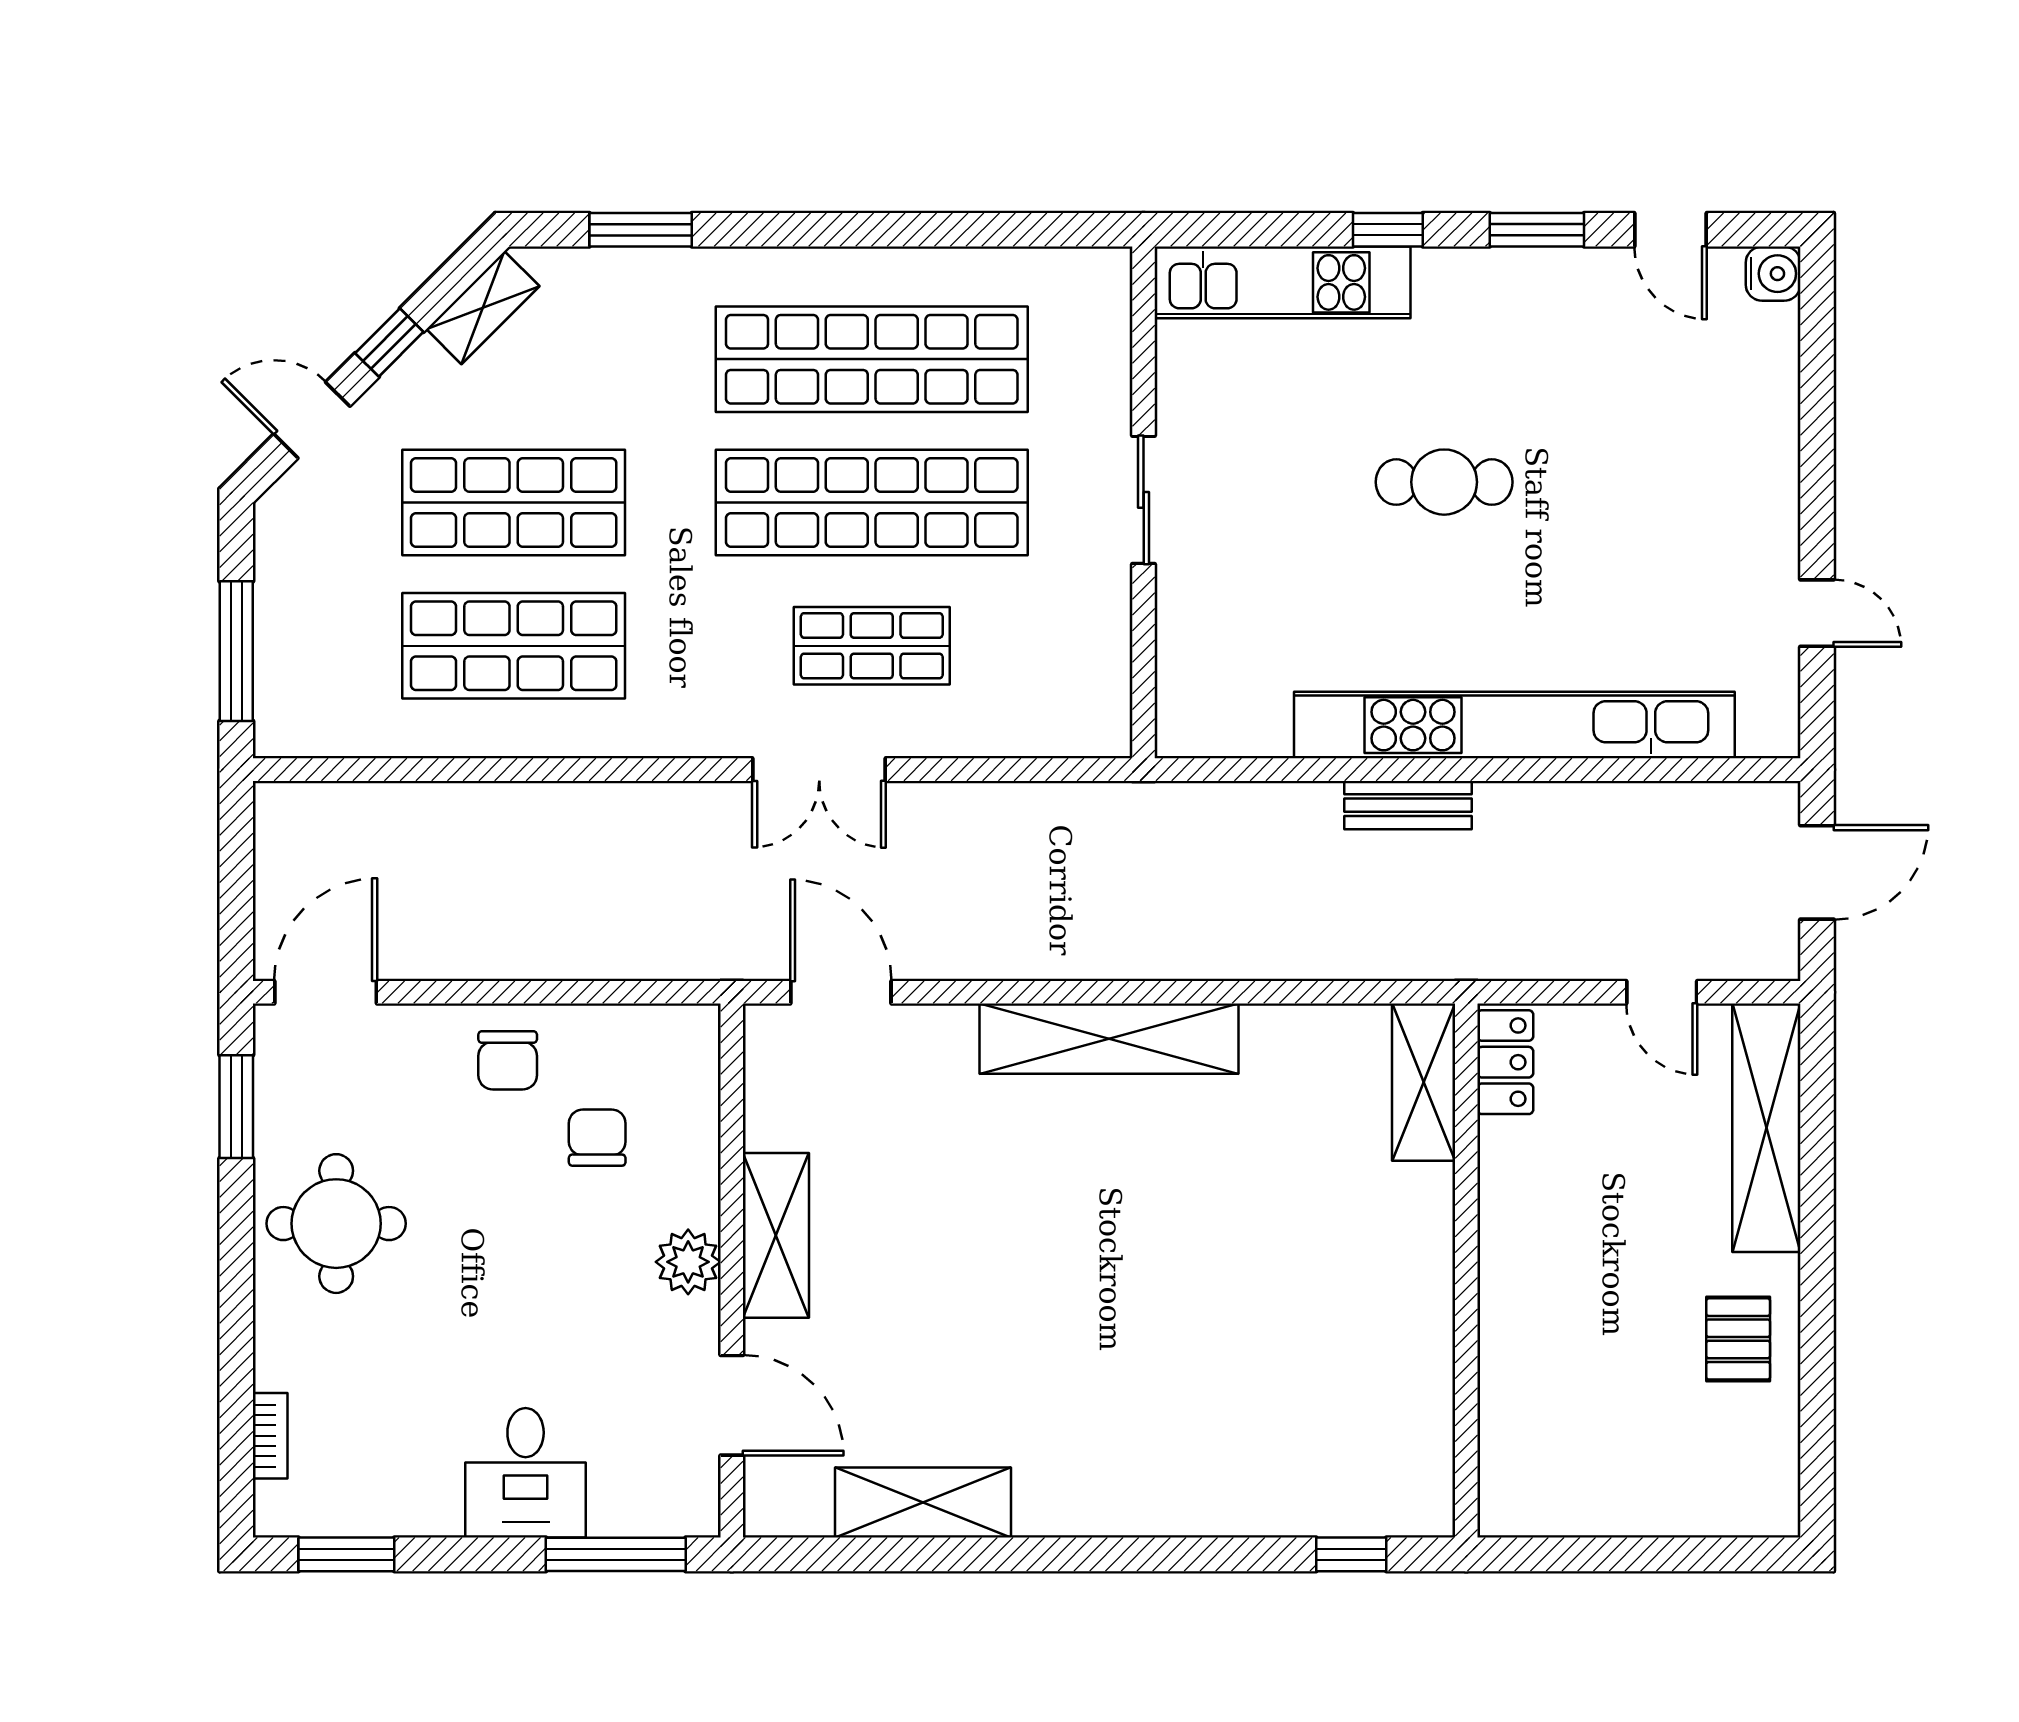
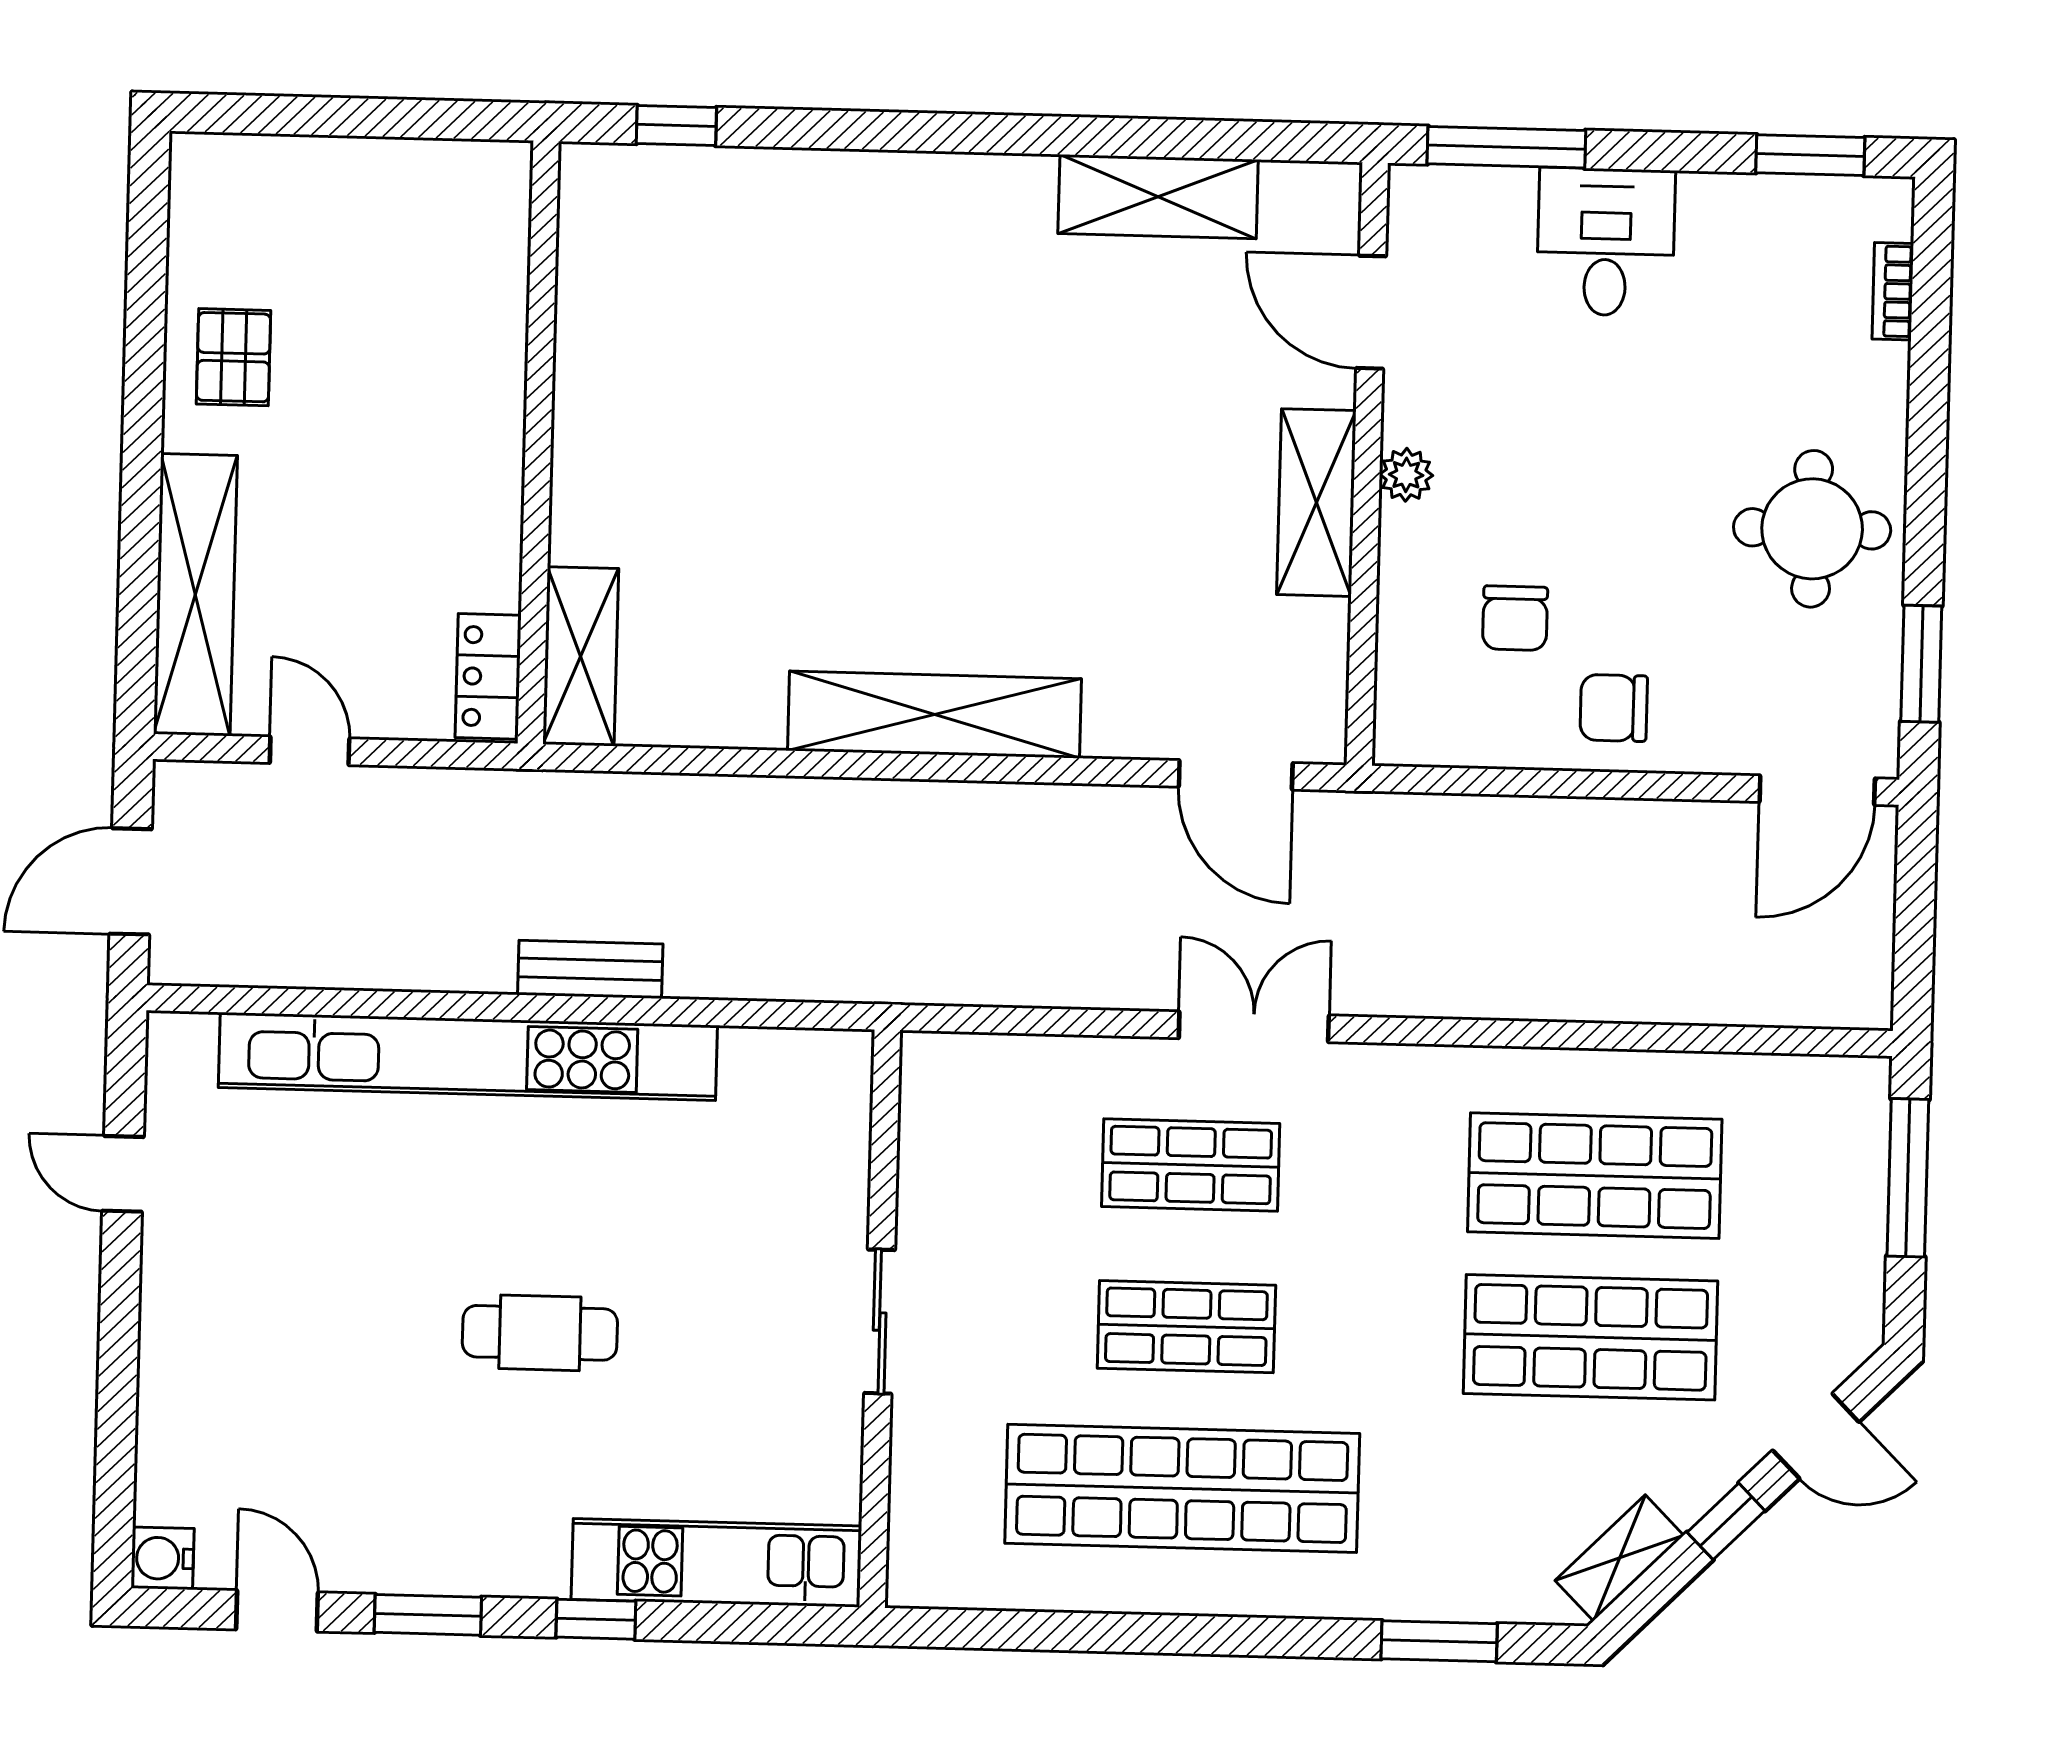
shop shelf: (872, 502) -> (1186, 1327), width x0.50, depth x0.74
chair: (508, 1060) -> (1614, 708), turned -90
plant: (688, 1262) -> (1406, 475), width x0.73, depth x0.73

